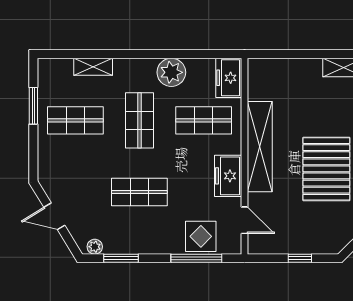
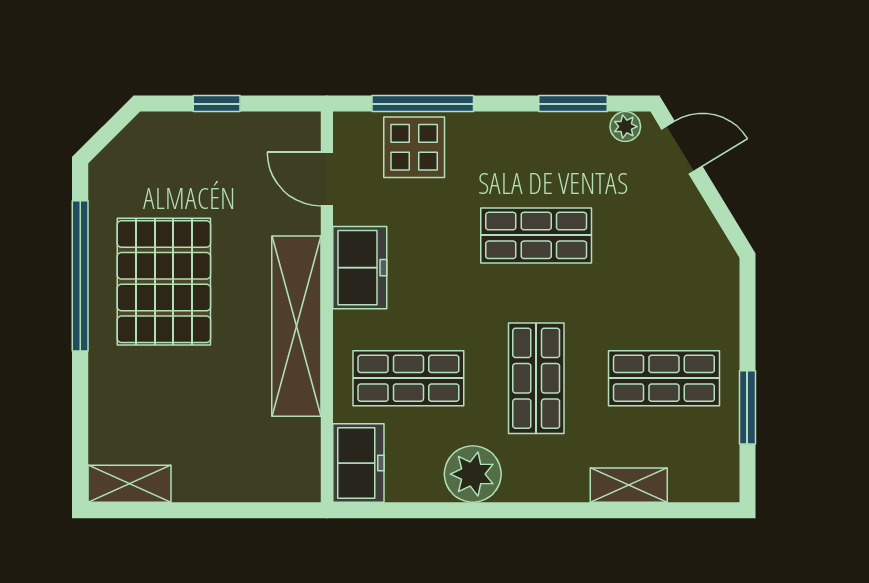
door: (54, 216) -> (682, 148), moved

